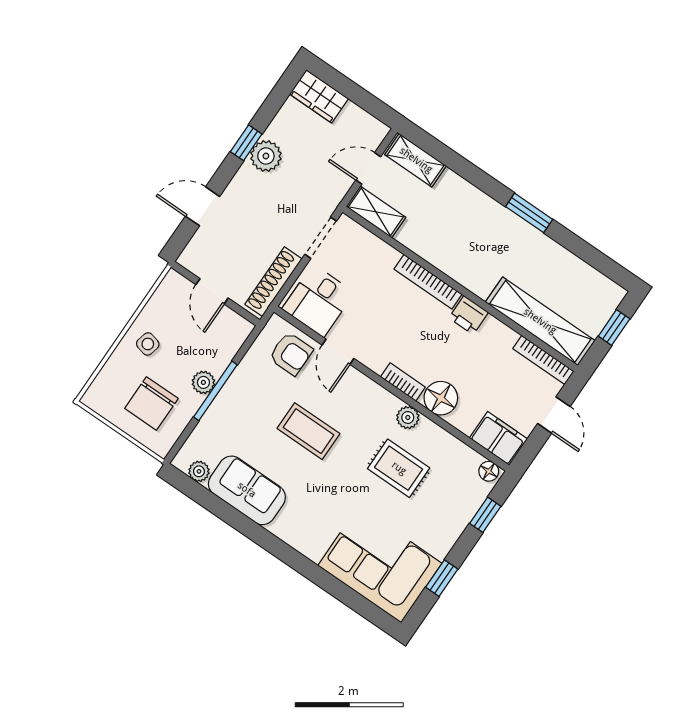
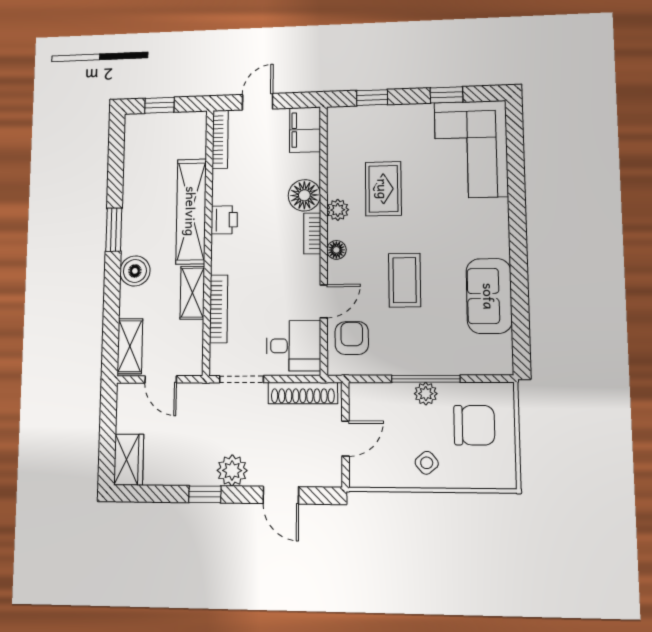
plant: (266, 156) -> (232, 470), moved
boiler: (479, 208) -> (135, 271), added
shelving: (376, 212) -> (192, 293), moved
bookcase: (428, 282) -> (219, 309), moved
shelving: (540, 321) -> (191, 211), moved
side table: (148, 344) -> (427, 463), turned 37
plant: (199, 471) -> (502, 346), removed
floor lamp: (489, 471) -> (336, 250), moved

